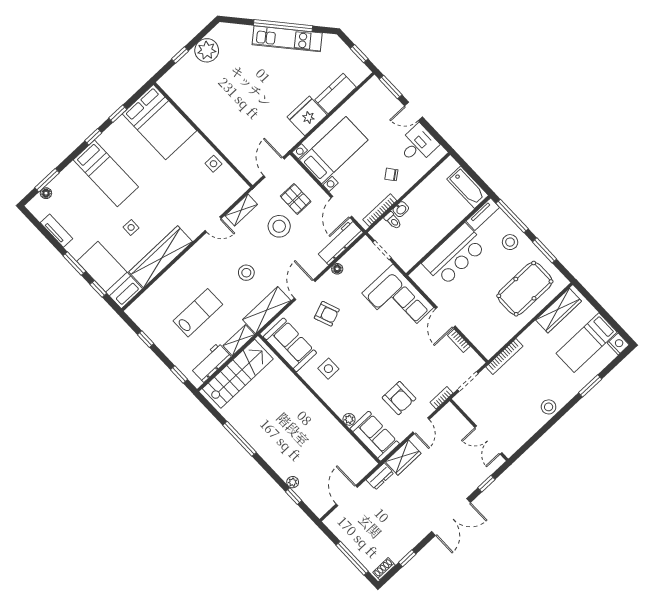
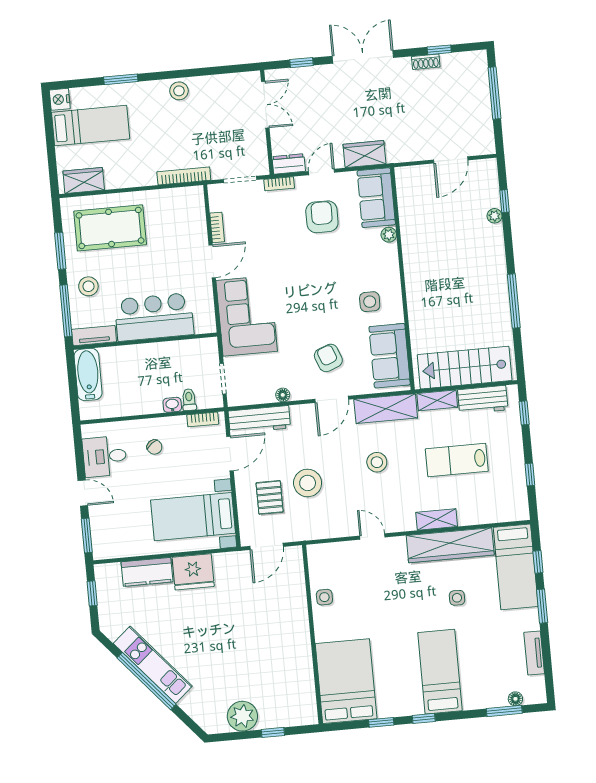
shelving: (241, 210) -> (437, 519), moved
bookcase: (380, 210) -> (203, 419), width x0.64
wardrobe: (559, 311) -> (84, 181), width x0.67
dresser: (380, 476) -> (289, 164), moved
shoe rack: (384, 569) -> (426, 62), moved

